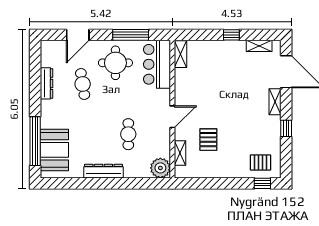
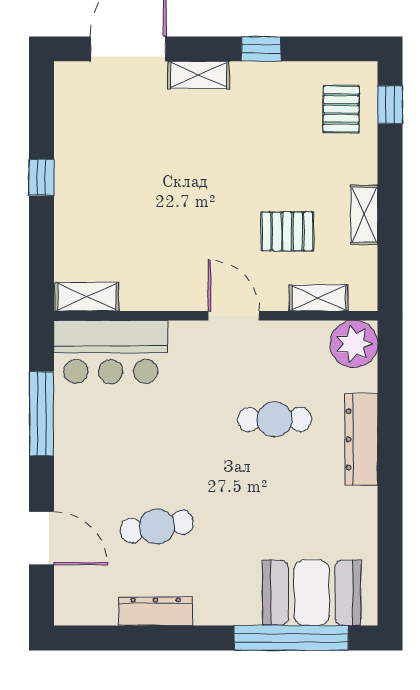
shelving: (259, 46) -> (364, 215), moved
round table: (115, 63) -> (107, 449), removed
dresser: (103, 171) -> (361, 439), moved

